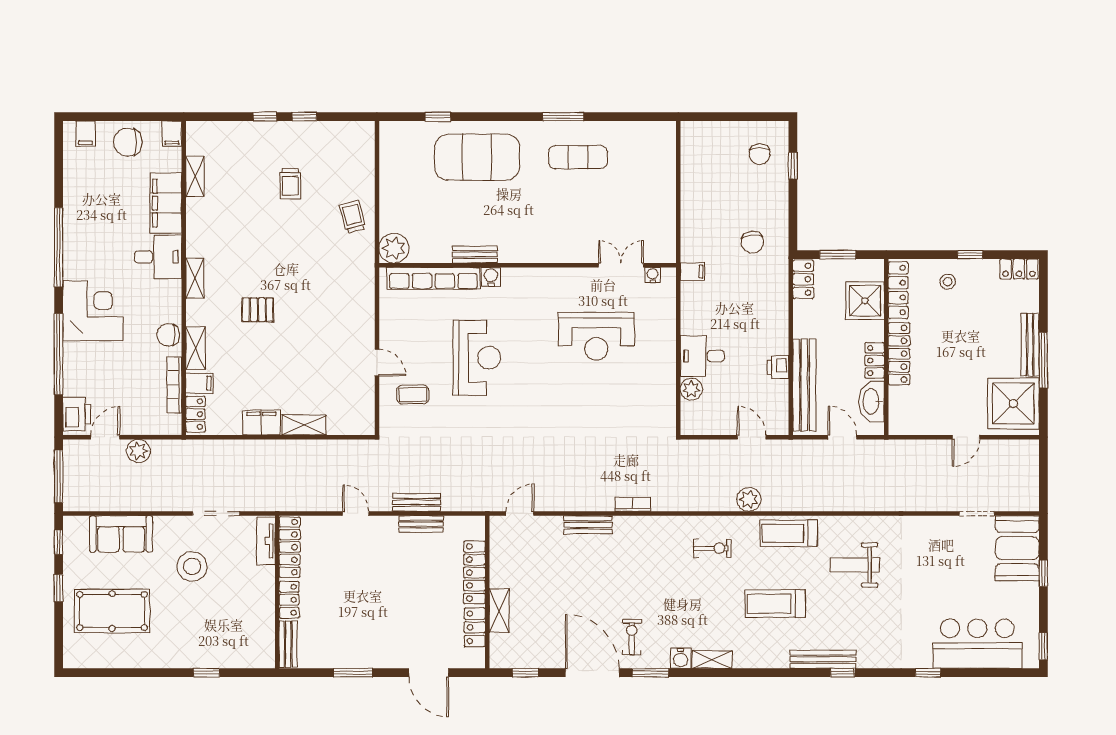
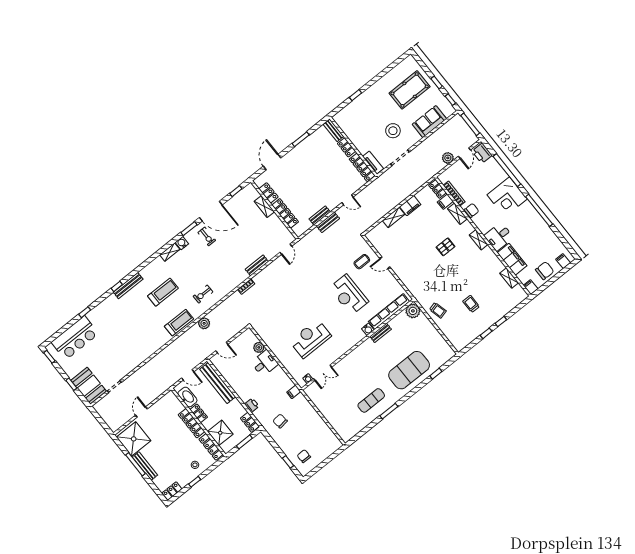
printer: (778, 367) -> (252, 405), moved
weight bench: (855, 565) -> (145, 331), removed
door: (429, 673) -> (272, 162), hinge flipped

